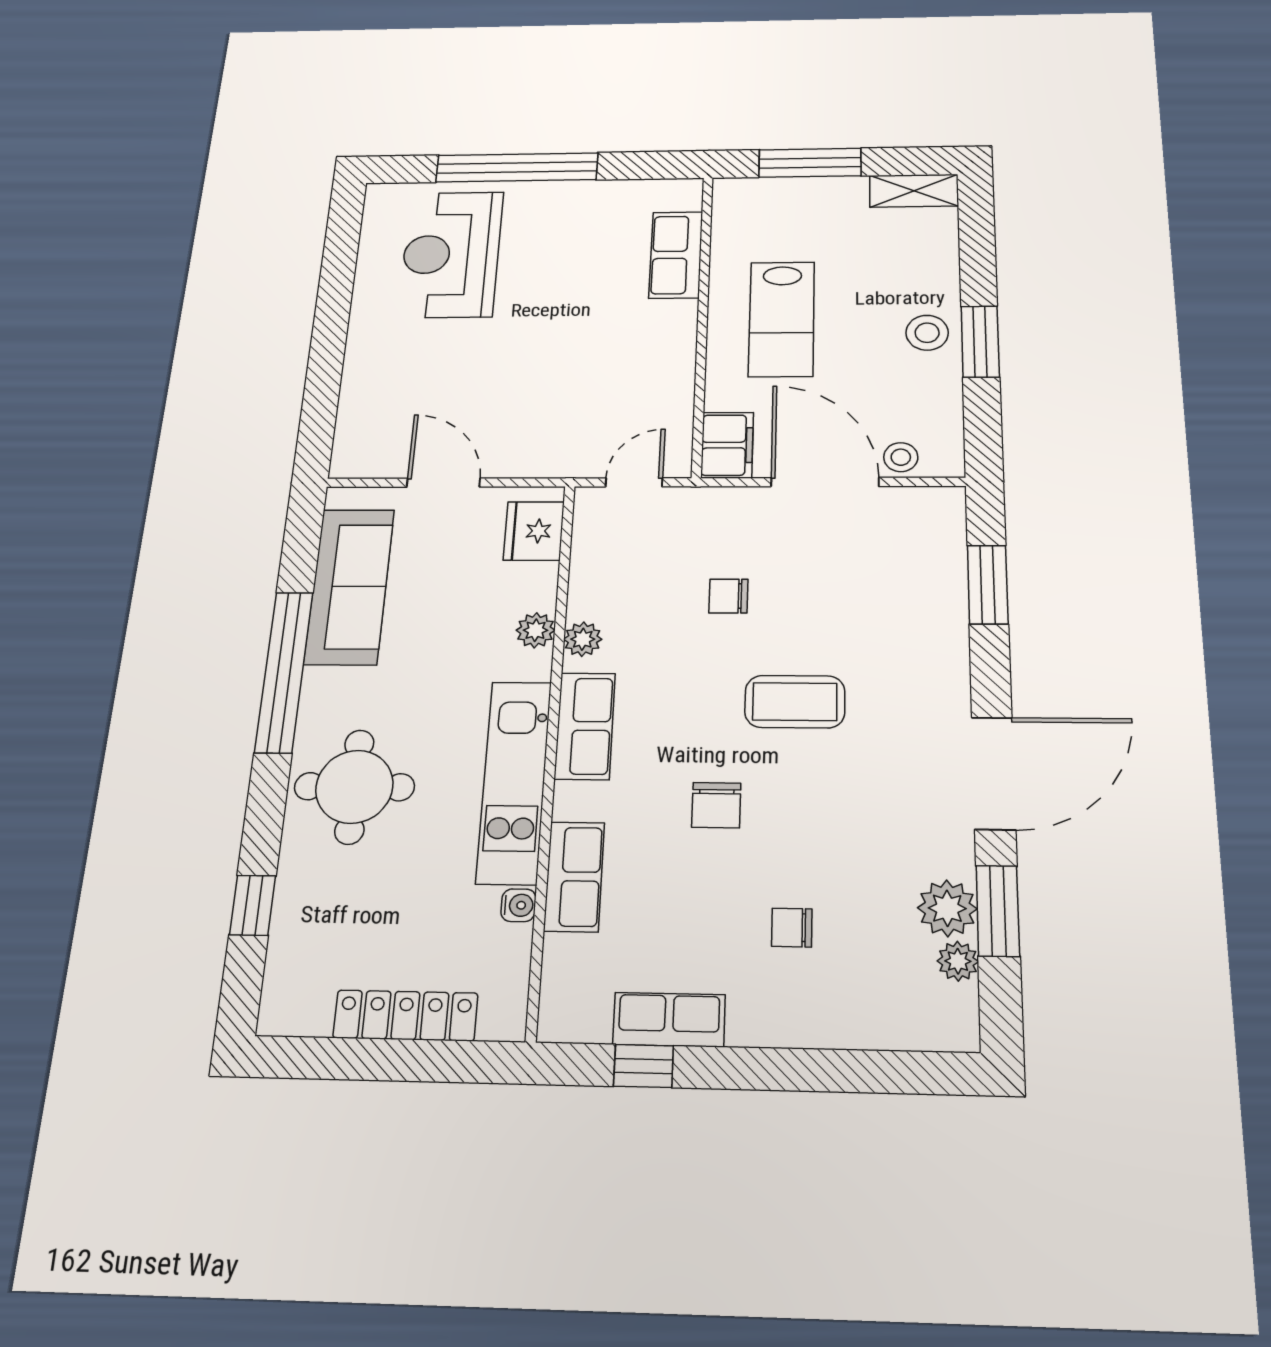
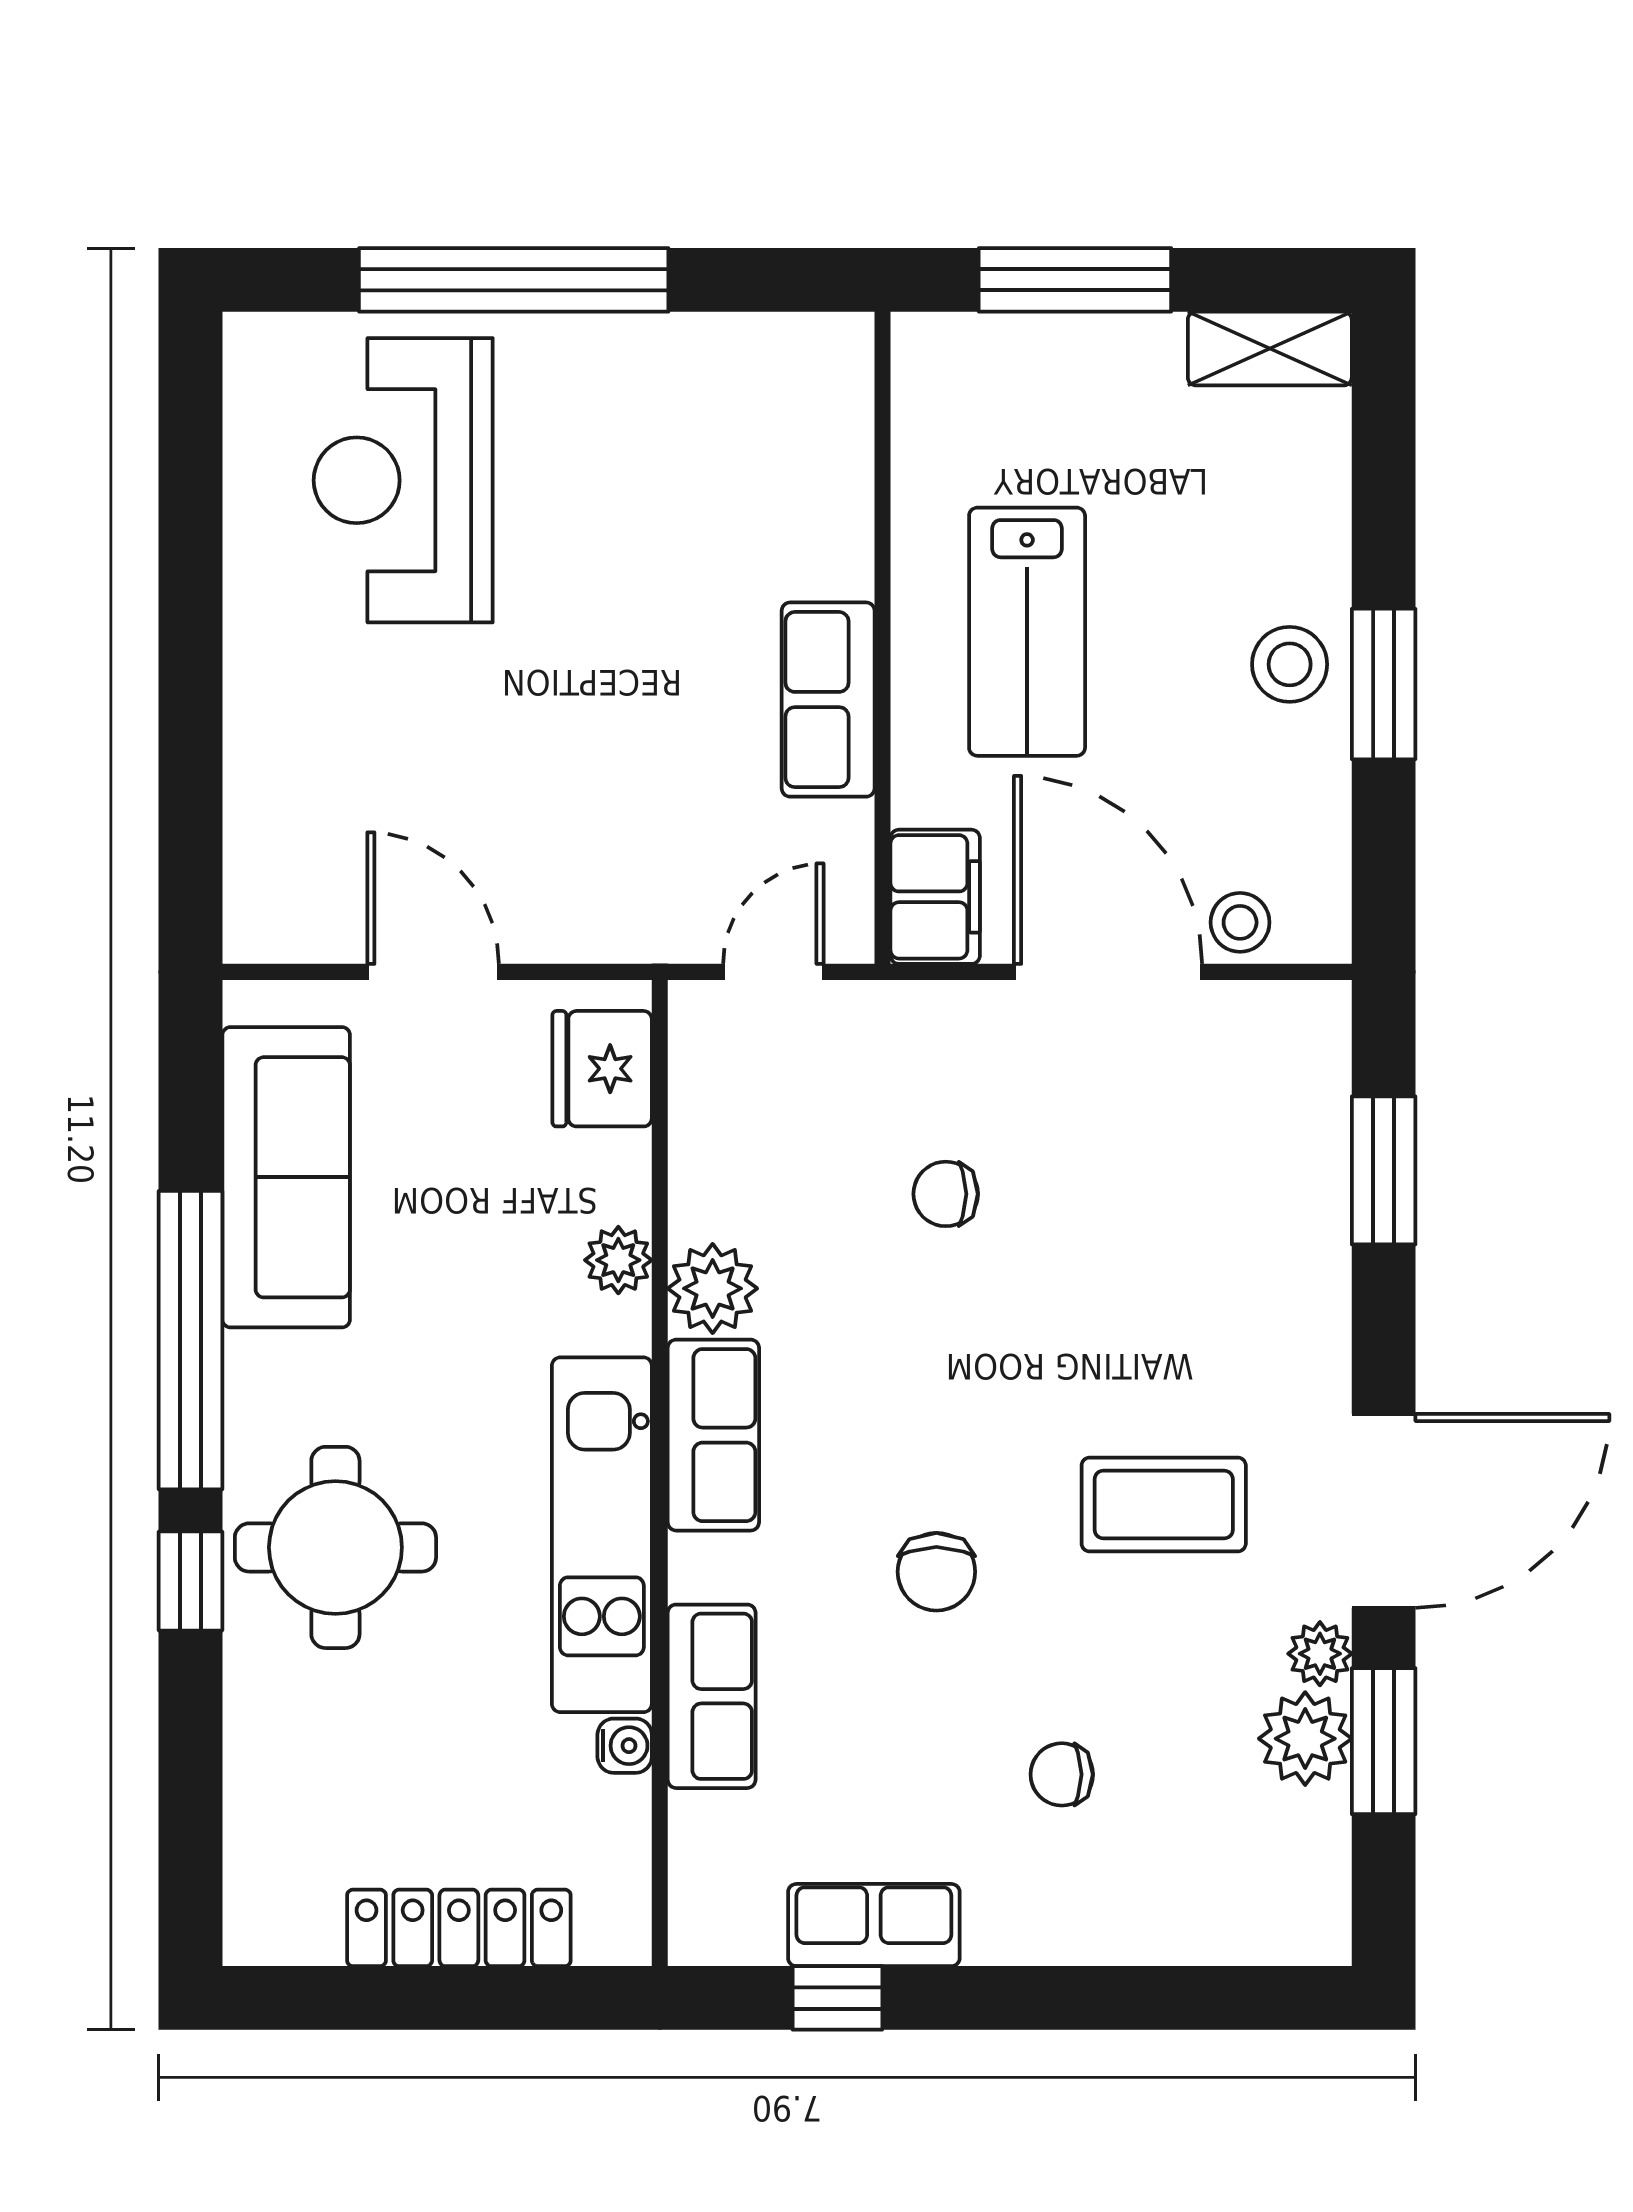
row of seats: (676, 255) -> (828, 700), moved
plant: (583, 639) -> (713, 1288), width x1.38, depth x1.38
coffee table: (795, 702) -> (1164, 1505), moved
window: (253, 905) -> (190, 1581), moved
plant: (958, 961) -> (1320, 1654), moved

